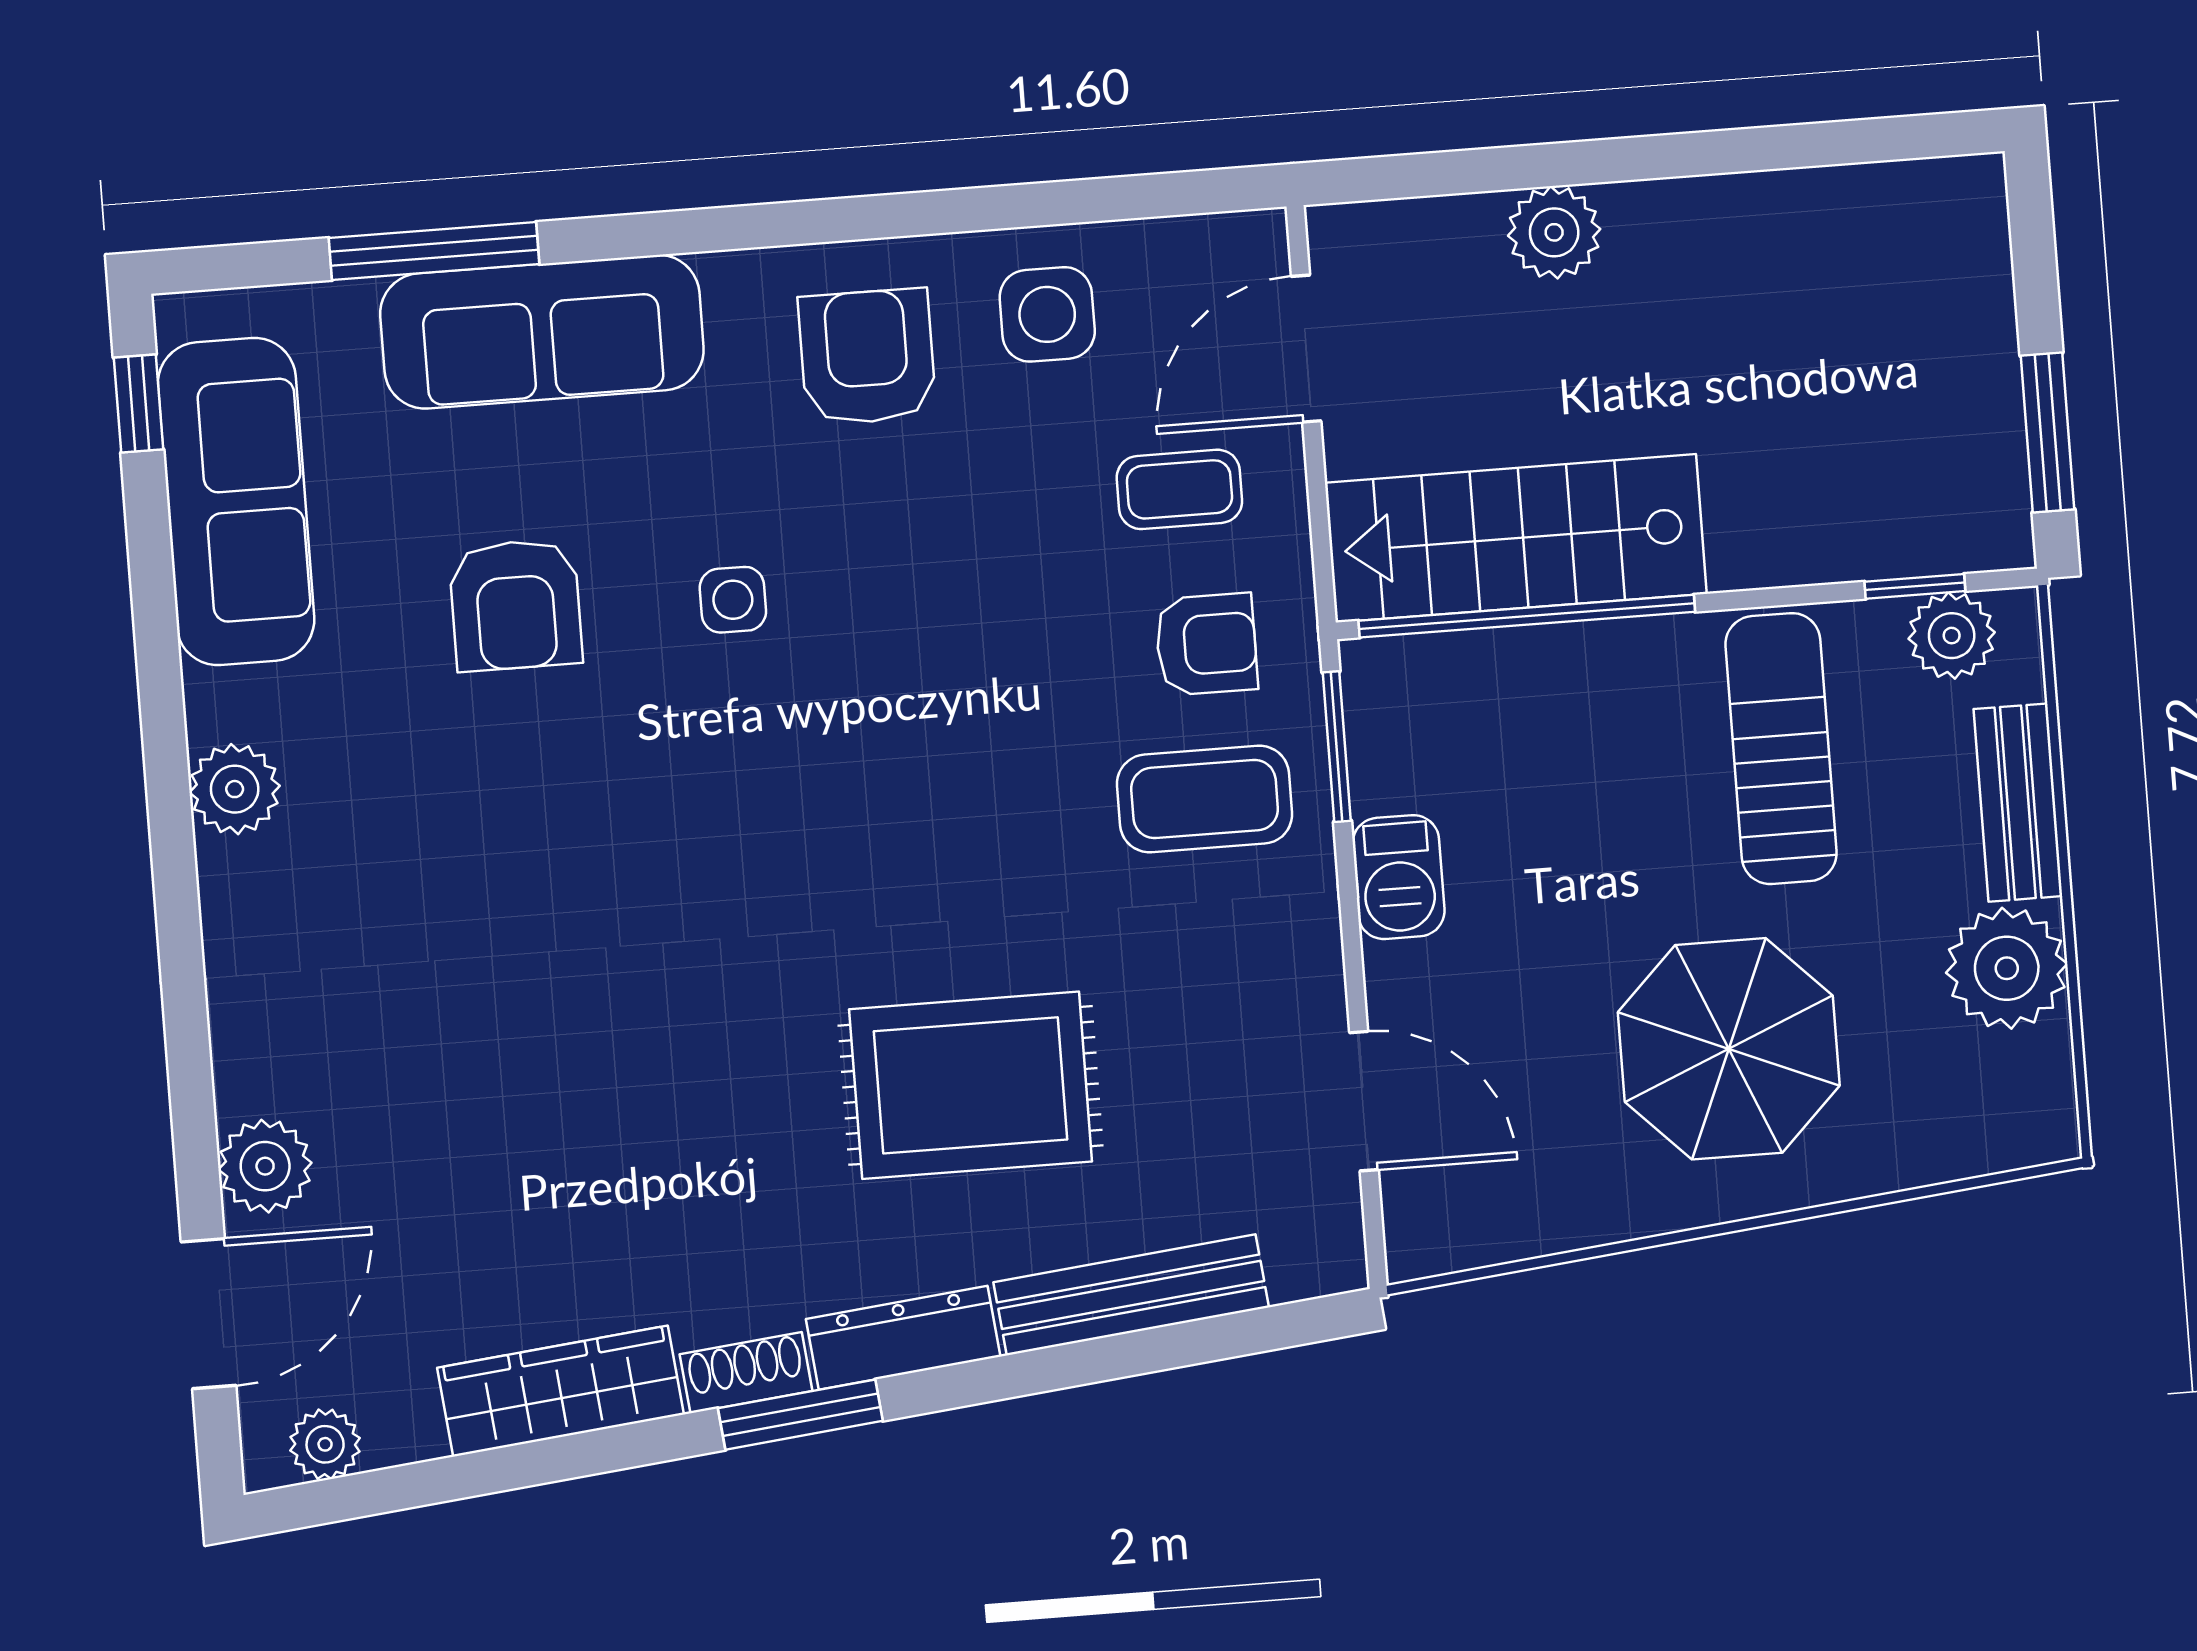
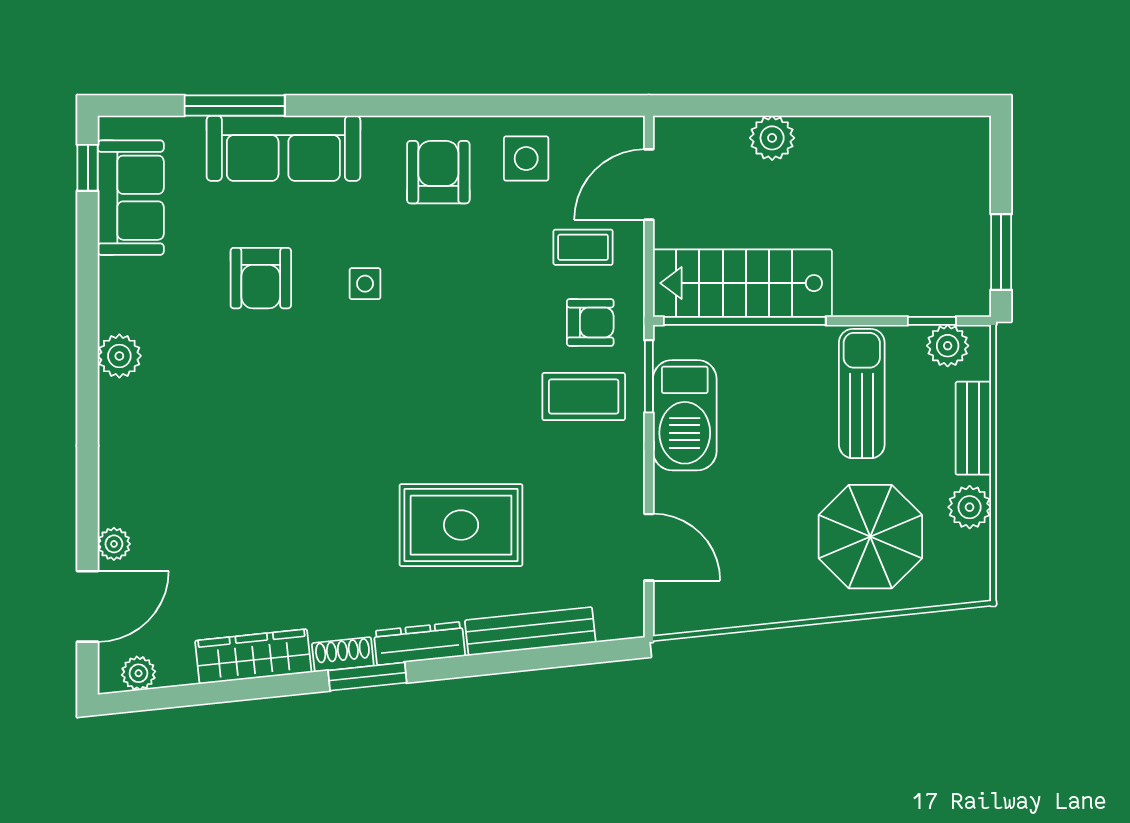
sofa: (236, 502) -> (131, 198), width x0.73
barbecue: (1399, 877) -> (685, 415), width x1.88, depth x1.53
plant: (2007, 968) -> (970, 507), width x0.73, depth x0.73
parasol: (1729, 1049) -> (870, 537), moved
plant: (265, 1166) -> (114, 544), width x0.73, depth x0.73

